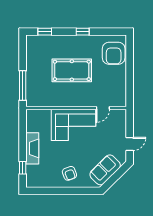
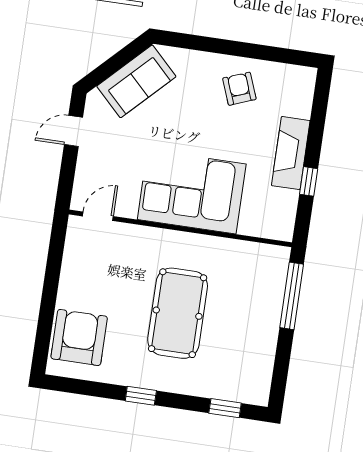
pool table: (72, 70) -> (178, 313), turned 90
door: (103, 108) -> (98, 216), moved
window: (23, 168) -> (309, 181), moved
armchair: (69, 173) -> (239, 89), moved

